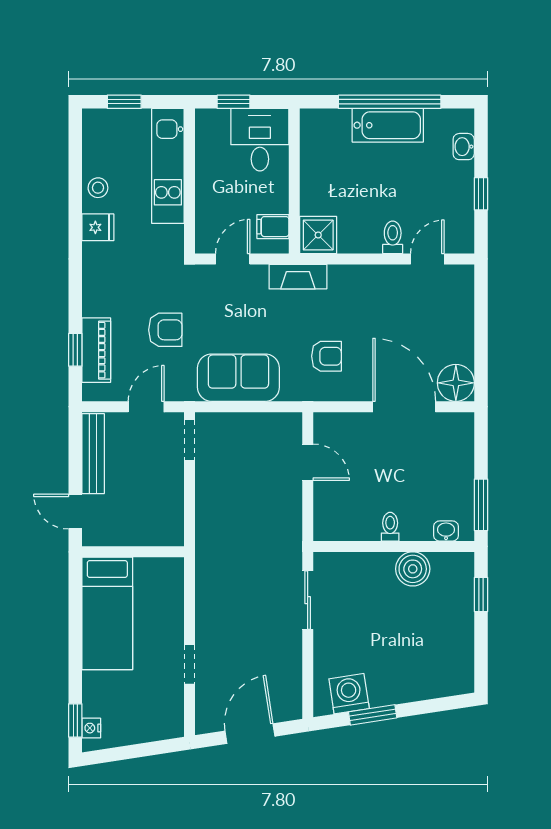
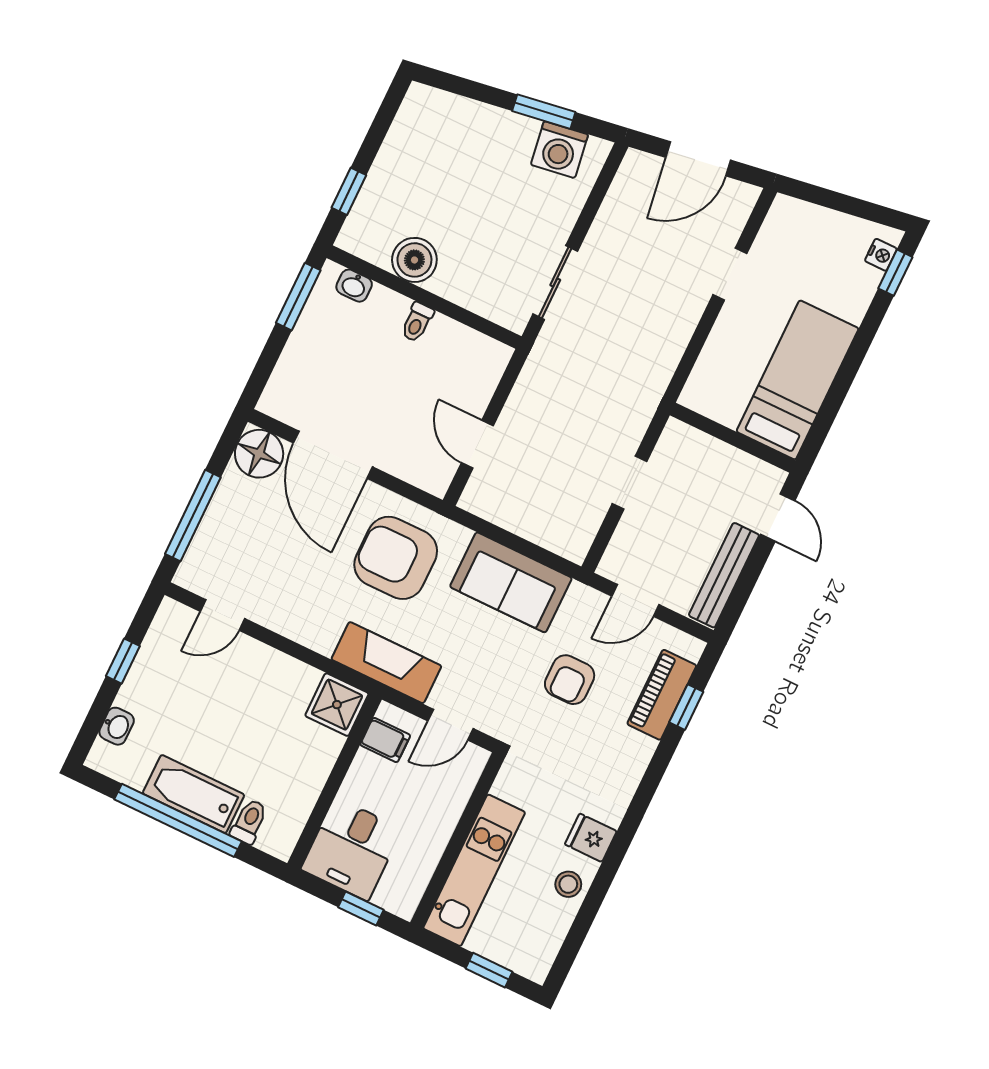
toilet: (393, 237) -> (249, 822), moved, turned 180
fireplace: (298, 277) -> (386, 663), width x1.37, depth x1.32
window: (481, 318) -> (193, 516), added
armchair: (165, 330) -> (570, 680), turned -90
armchair: (326, 356) -> (396, 558), width x1.88, depth x1.88
doorway: (189, 440) -> (630, 483), moved

